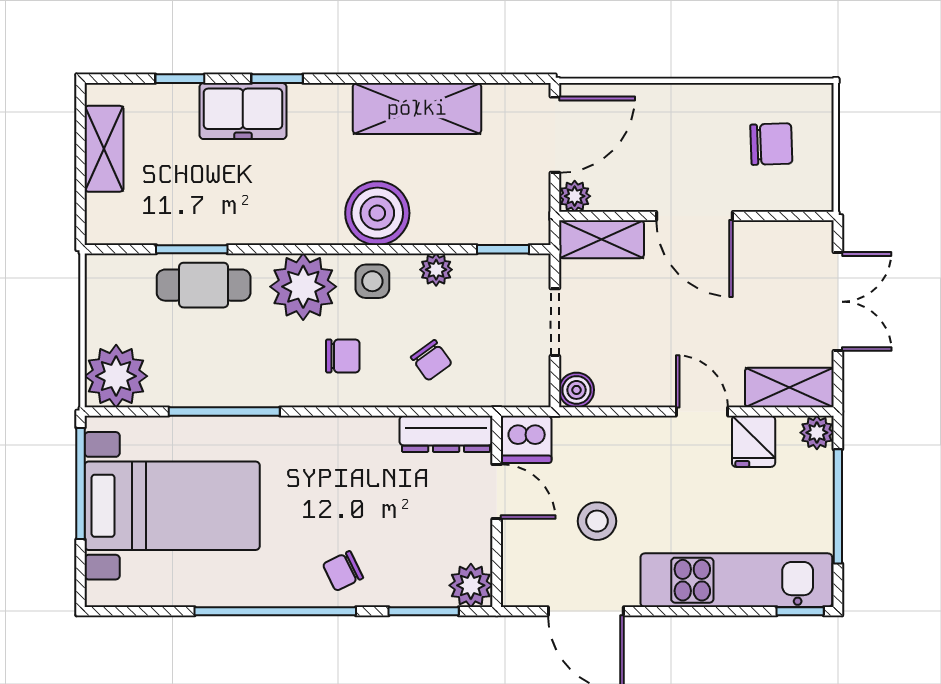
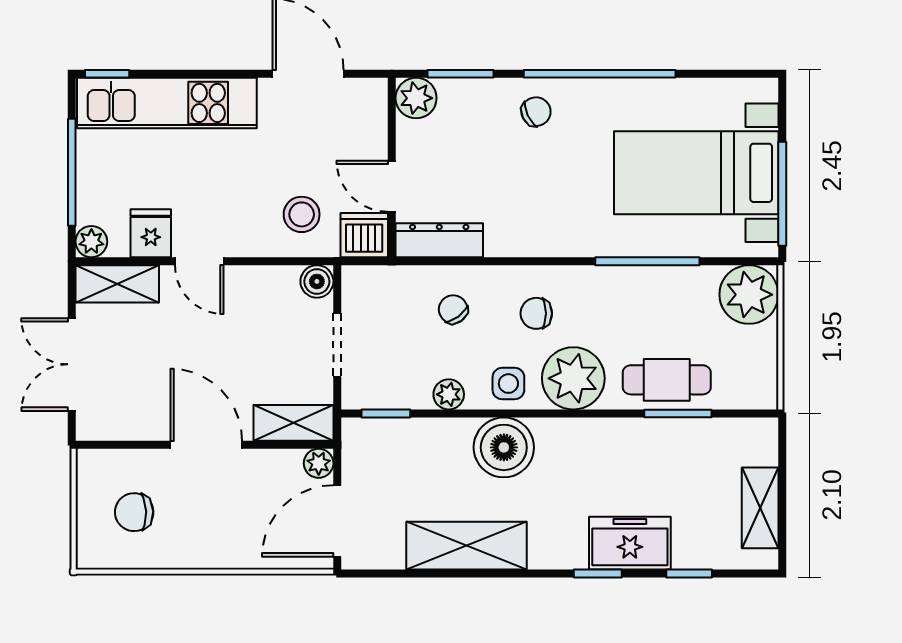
stool: (597, 521) -> (302, 214), moved

